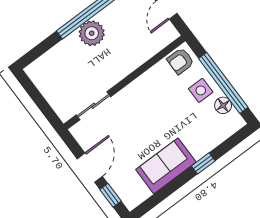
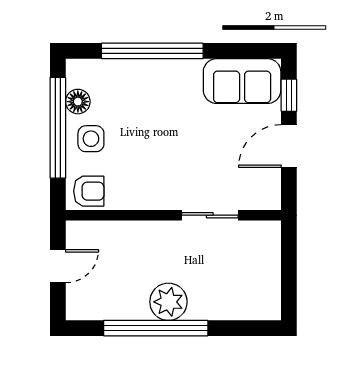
sliding door: (93, 106) -> (210, 215), moved
window: (203, 163) -> (152, 51), width x3.17
sofa: (166, 166) -> (242, 81), moved

